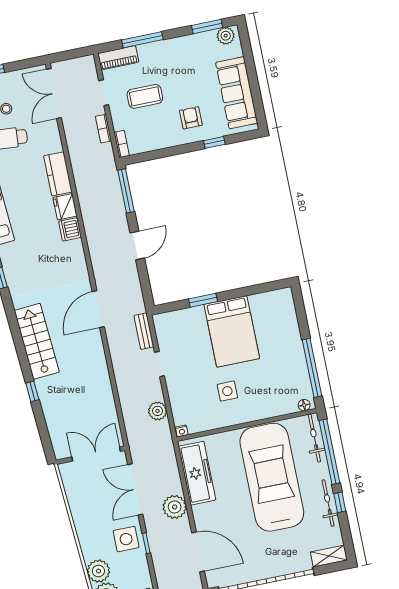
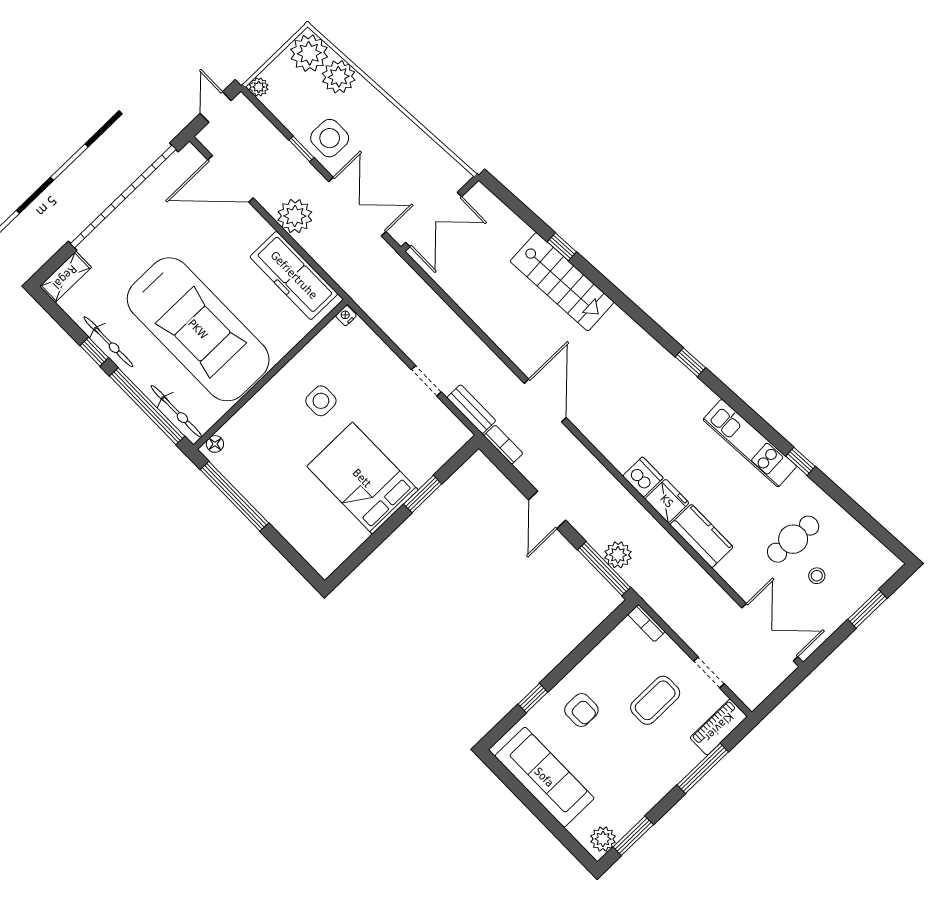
bookcase: (103, 129) -> (503, 445), moved
stairs: (37, 341) -> (562, 282), moved
plant: (158, 411) -> (618, 555), moved

